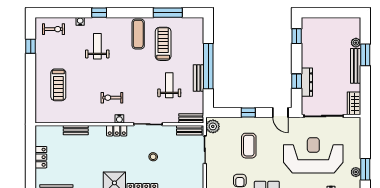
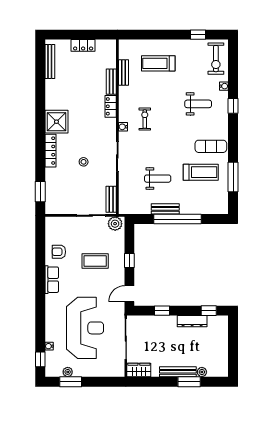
exercise bike: (54, 29) -> (216, 59), width x1.38, depth x1.39
dresser: (307, 82) -> (192, 321), moved
bench: (191, 118) -> (123, 73), moved
locker: (117, 131) -> (111, 106), moved

